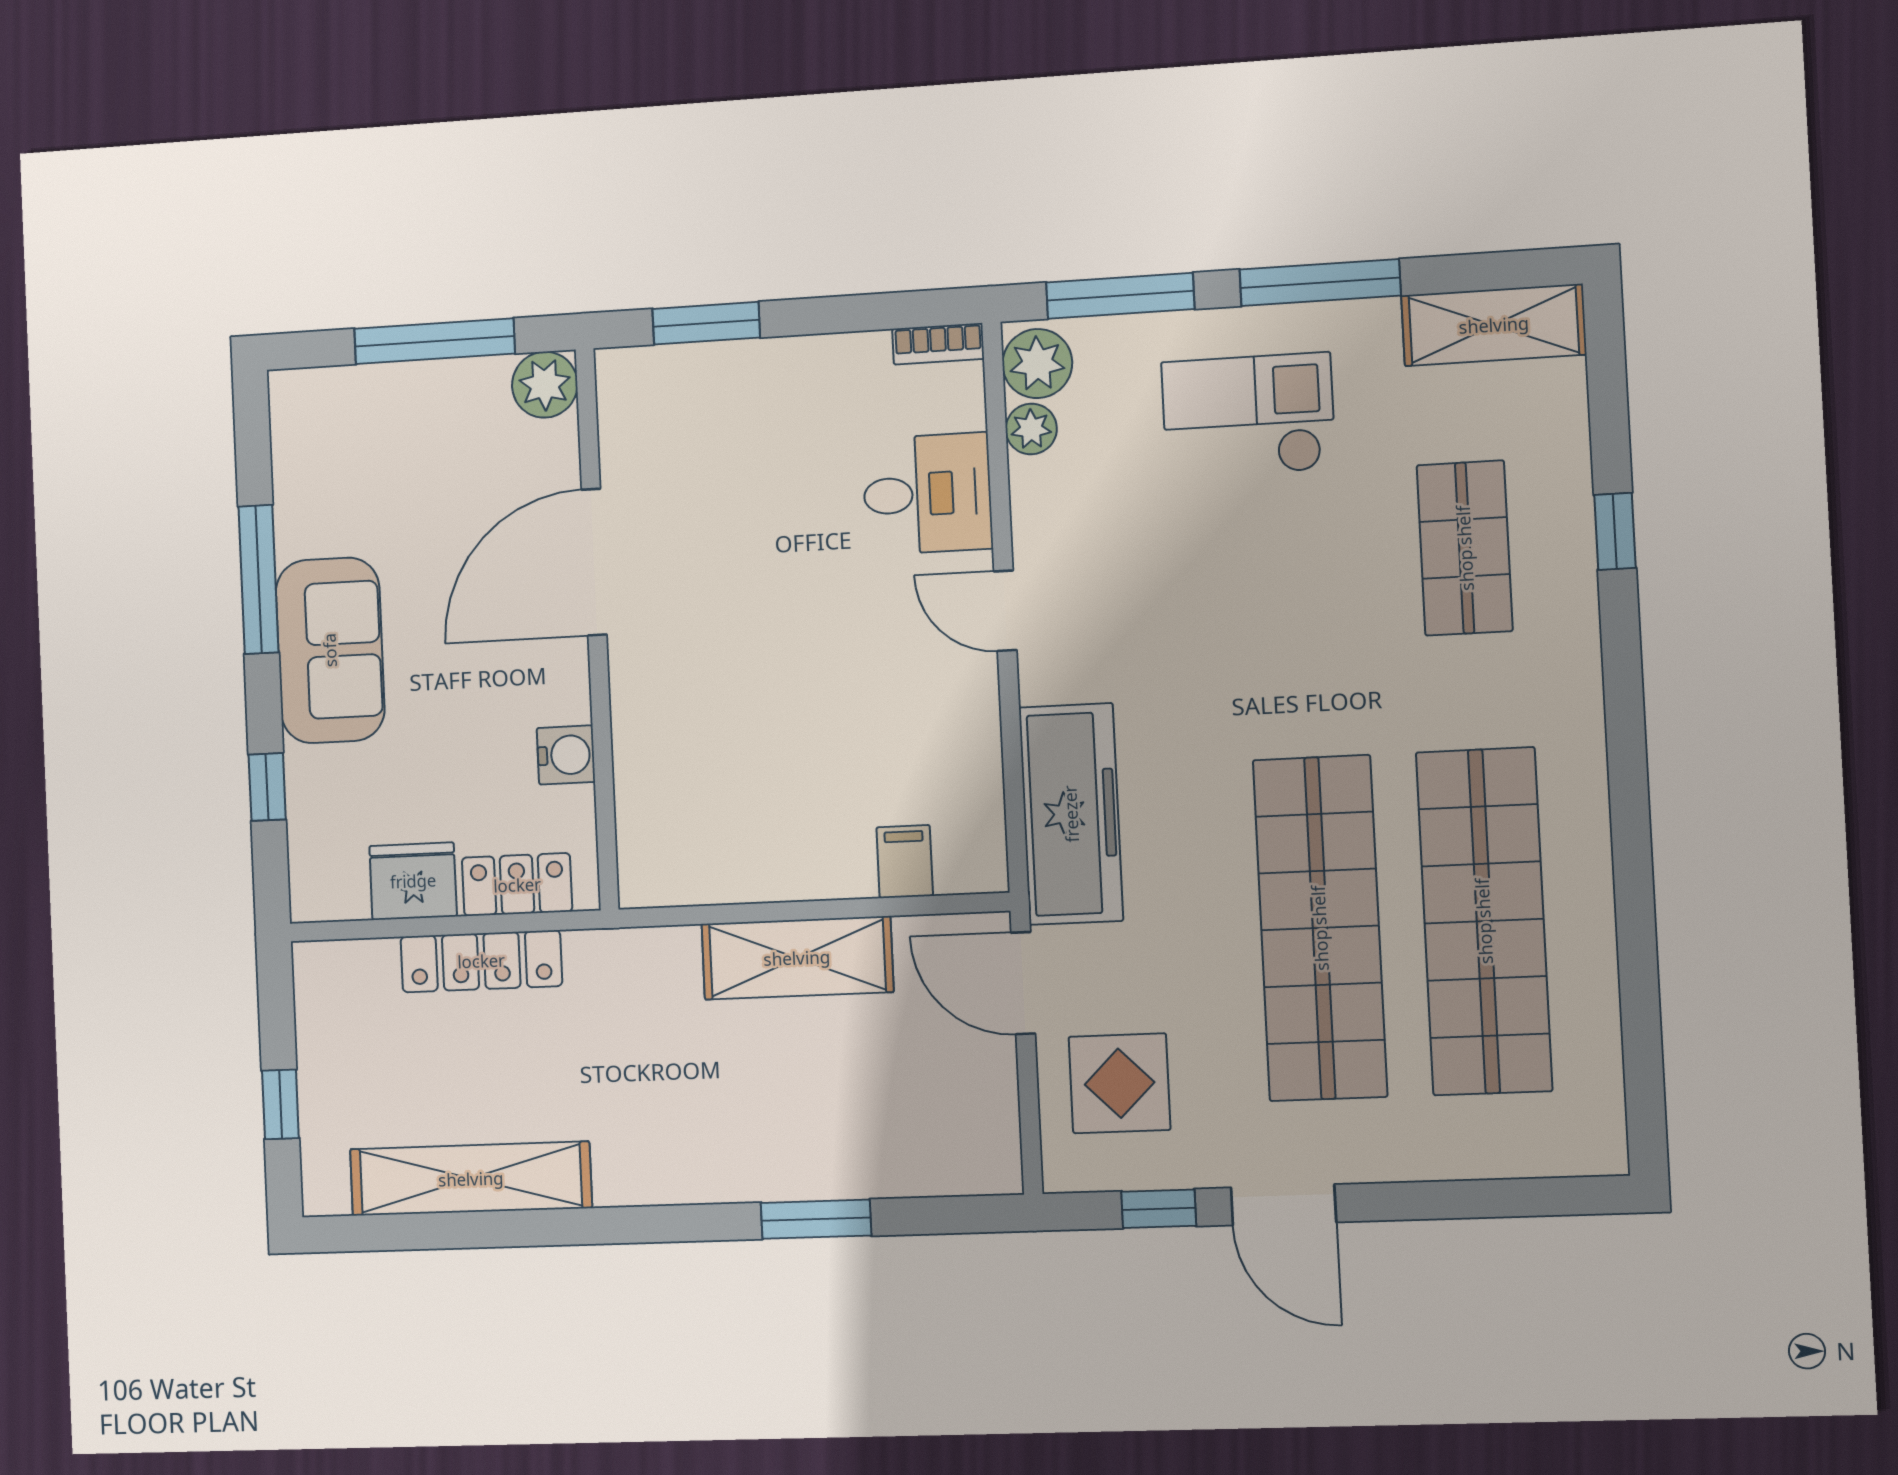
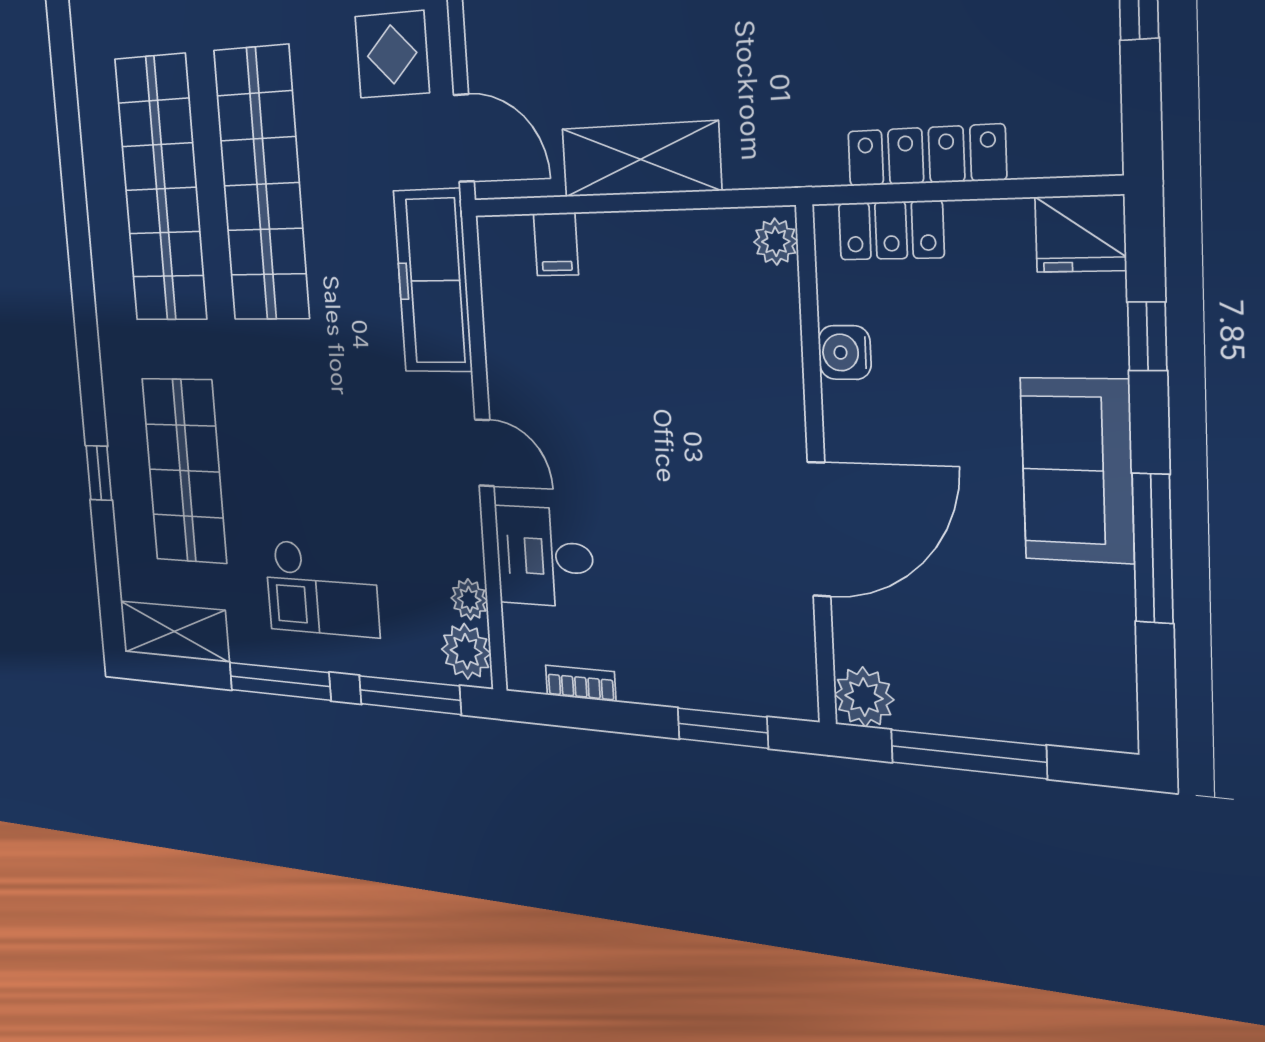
bookcase: (938, 344) -> (581, 683), moved
shop shelf: (1465, 548) -> (184, 471), width x1.43, depth x1.36
plant: (641, 870) -> (776, 242), added
fridge: (413, 881) -> (1080, 233), moved

